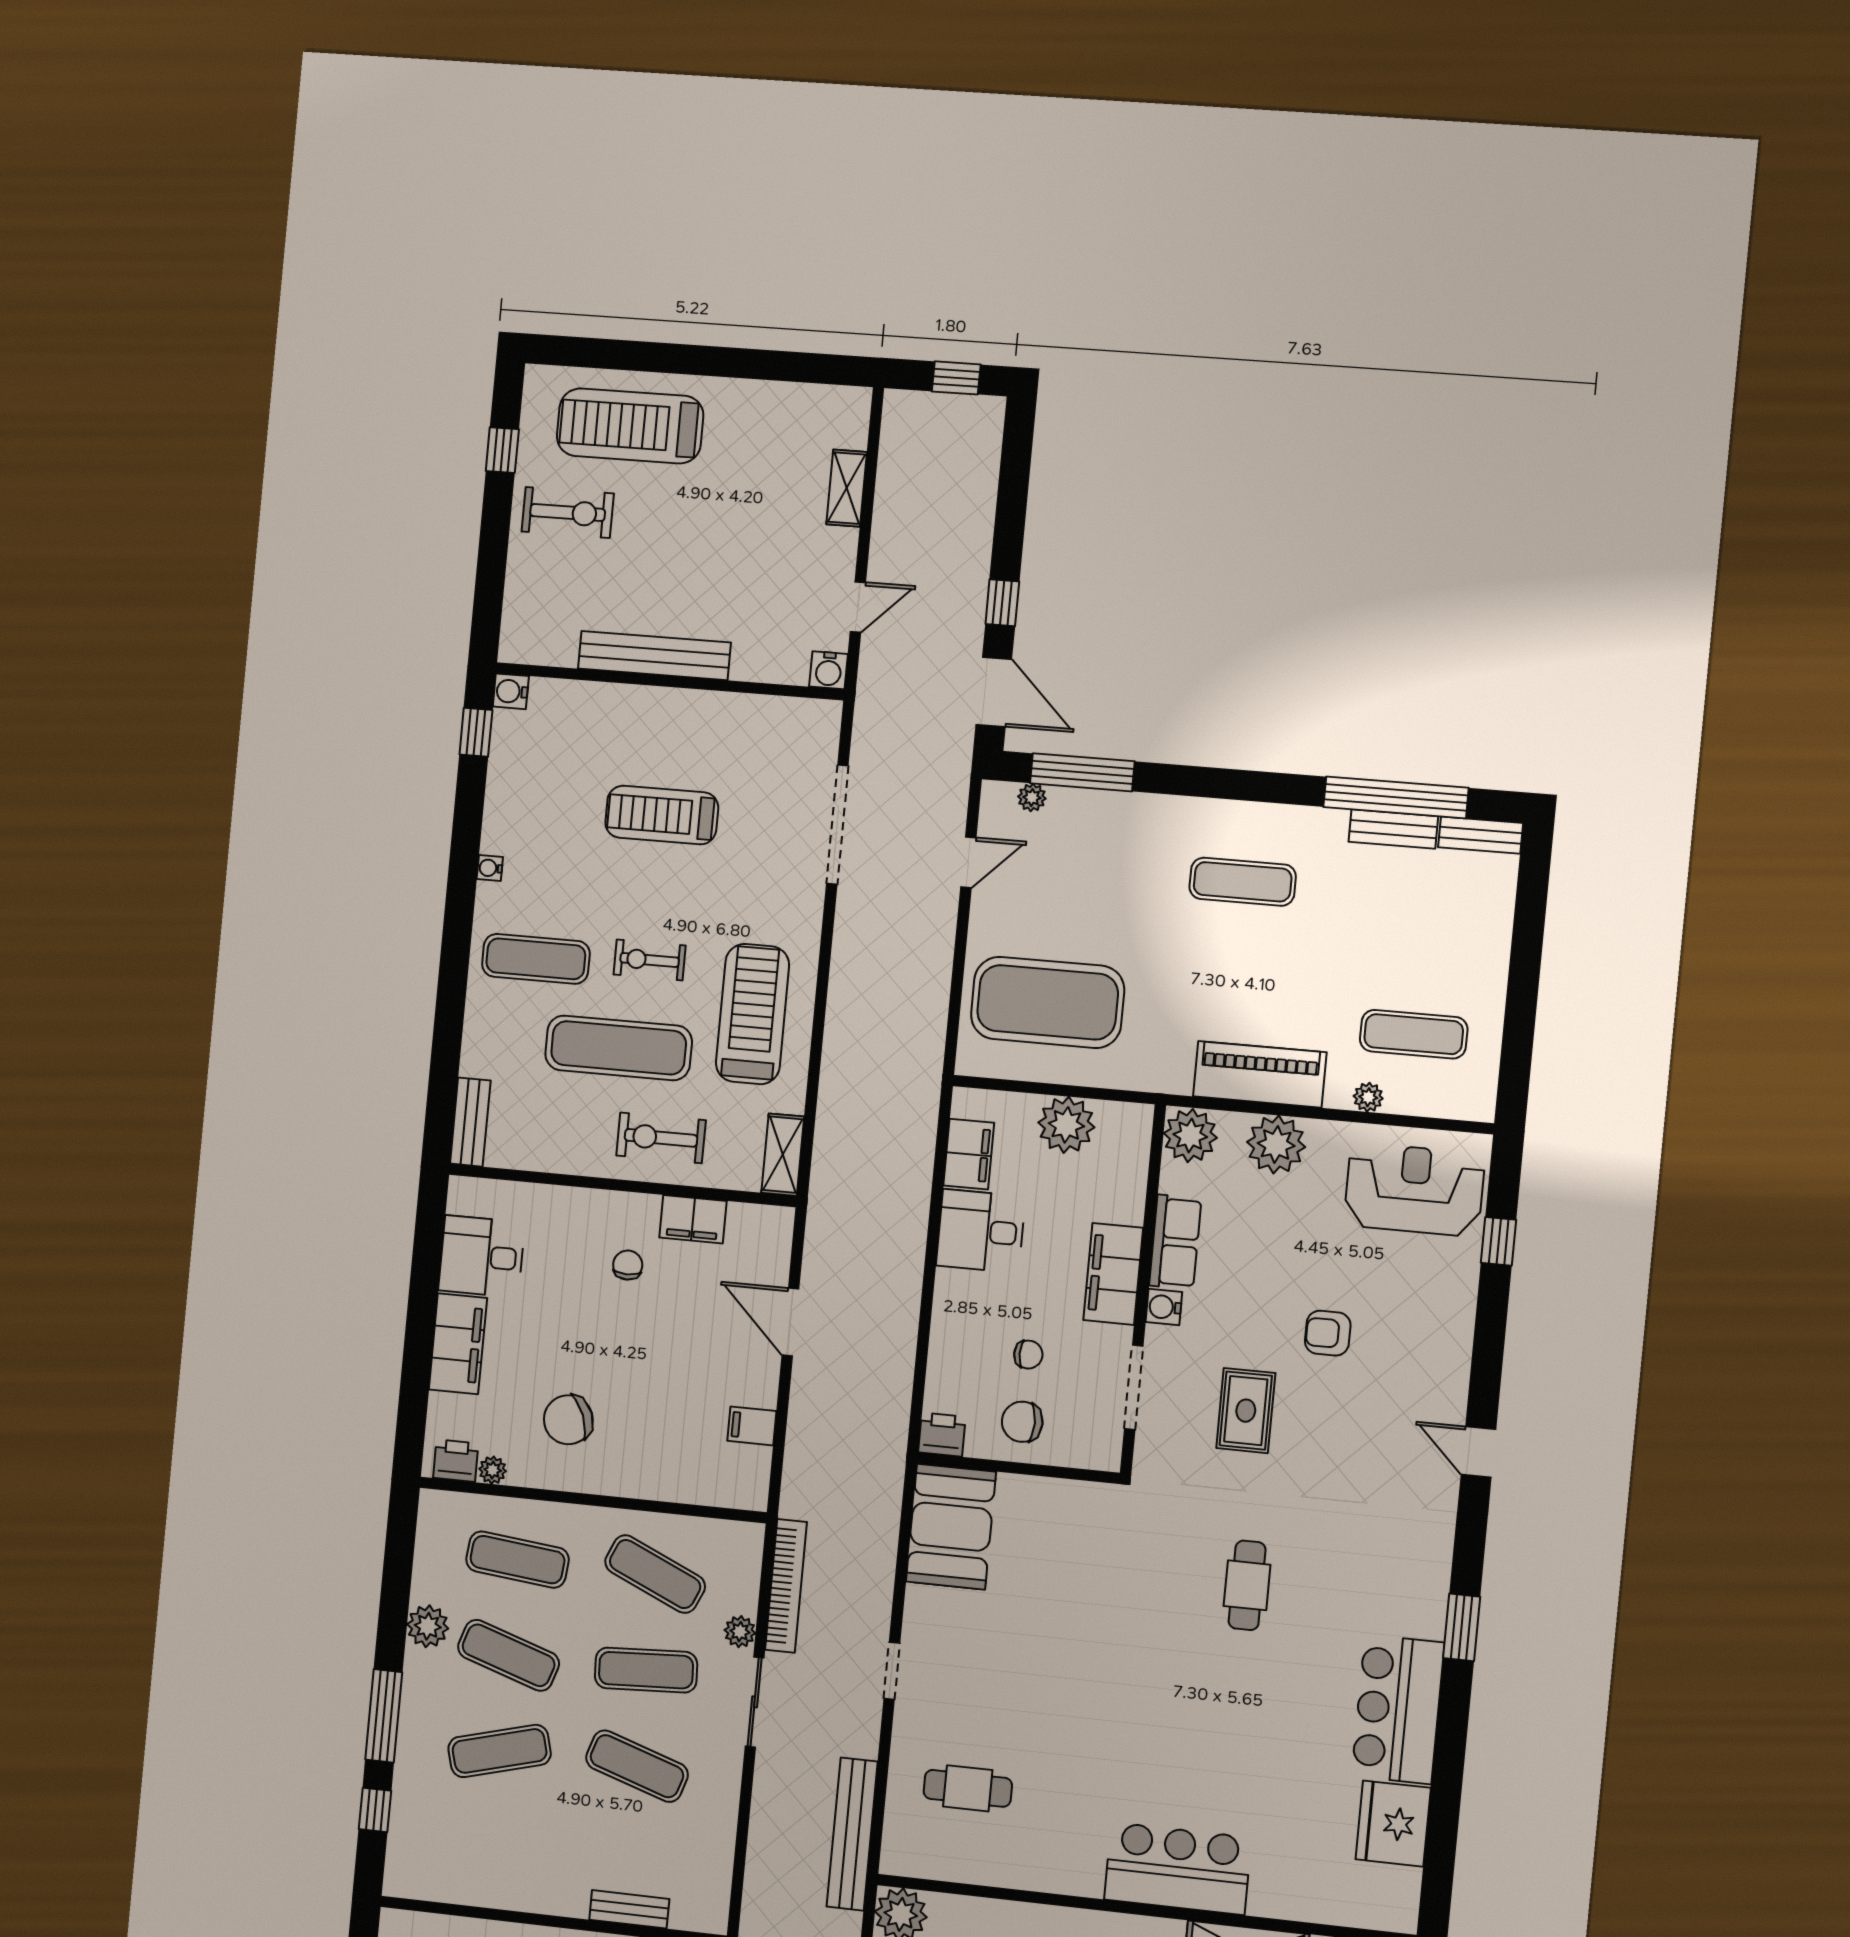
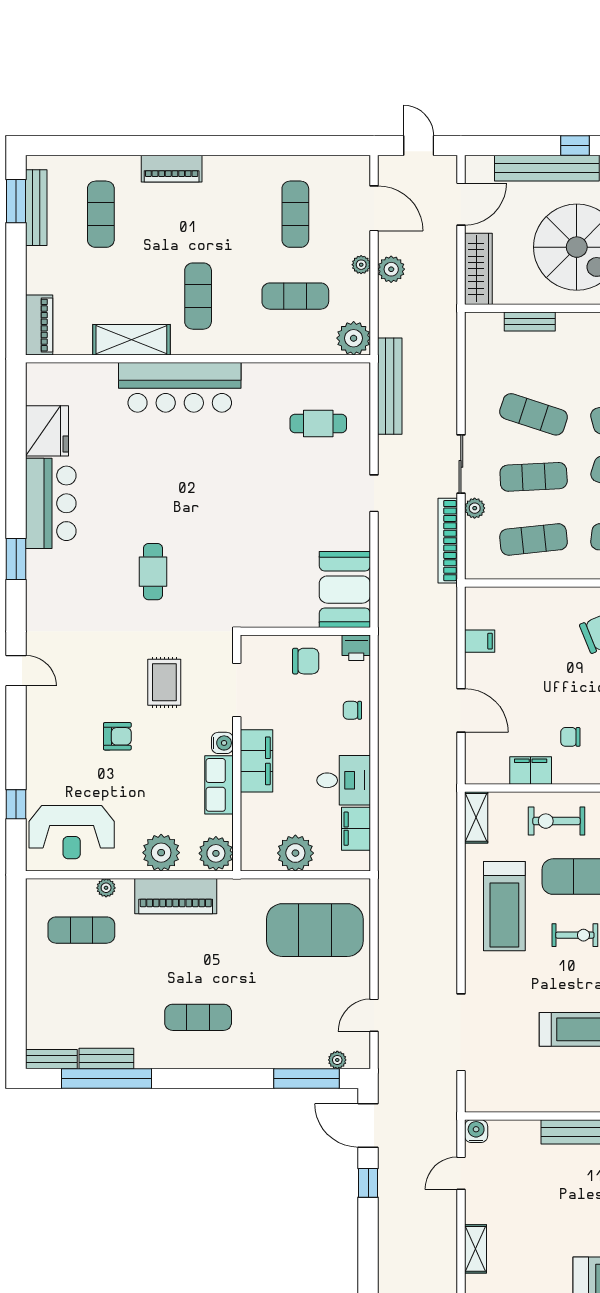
exercise bike: (661, 1138) -> (556, 821), turned 180
chair: (628, 1265) -> (570, 737), turned 90
chair: (1028, 1355) -> (352, 710), moved
exercise mat: (655, 1574) -> (534, 539), turned -30
bar counter: (1178, 1869) -> (180, 387), width x1.36

